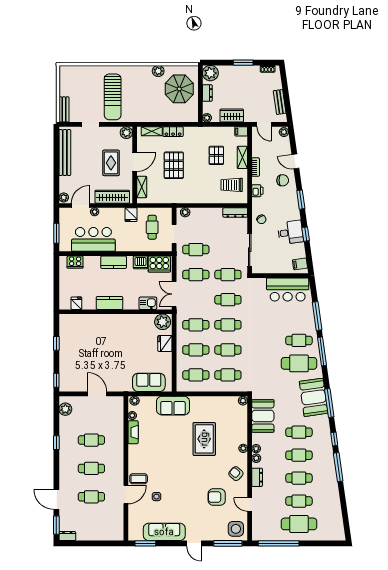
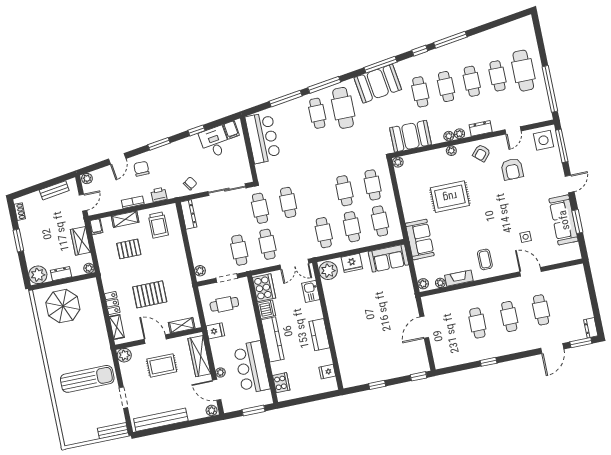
plant: (158, 71) -> (48, 334), removed
desk: (290, 232) -> (215, 142), moved
kitchen counter: (114, 262) -> (273, 339), width x1.50
cafe table: (228, 325) -> (316, 197), removed
sofa: (149, 382) -> (388, 258), moved, turned -90
plant: (65, 409) -> (449, 359), removed
coffee table: (139, 479) -> (485, 259), moved
window: (145, 543) -> (577, 221), moved

